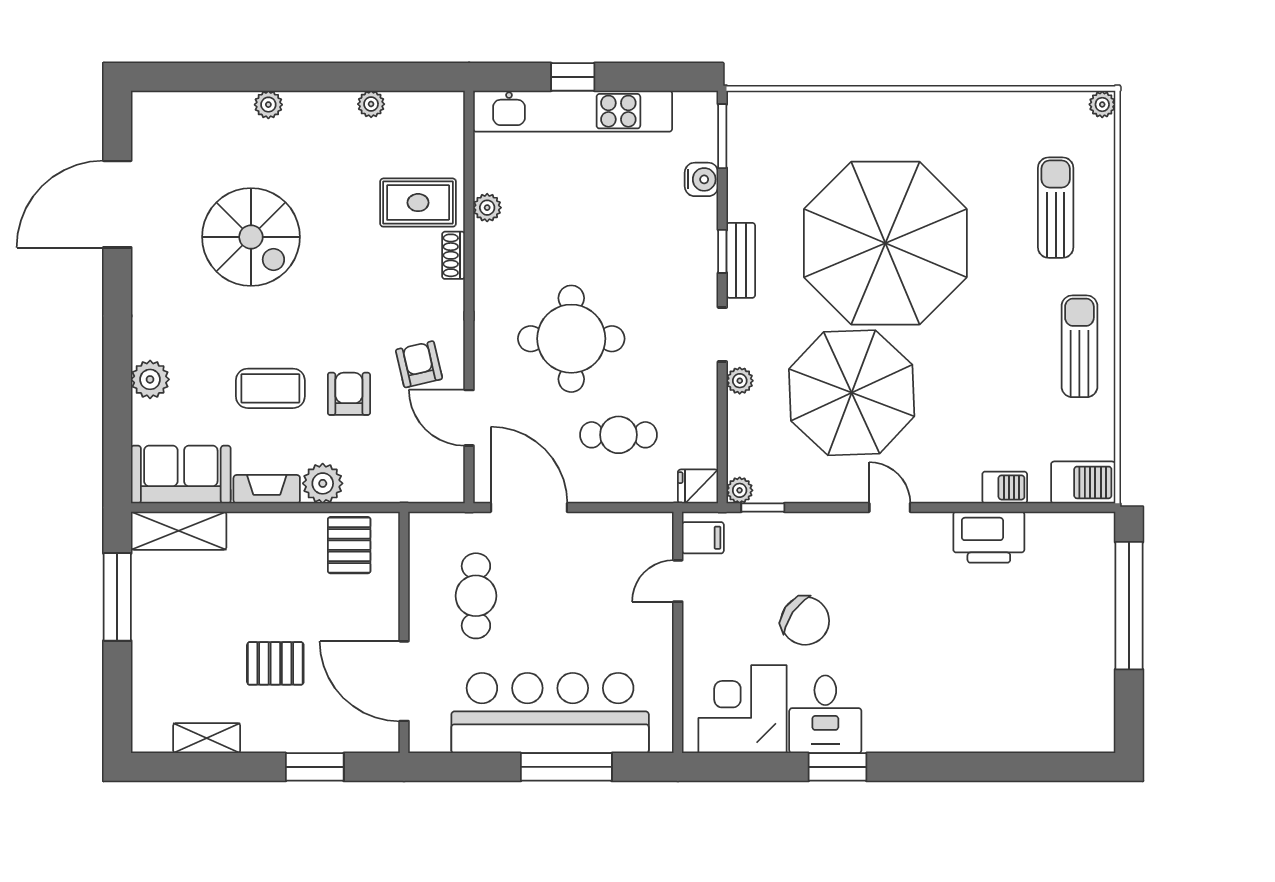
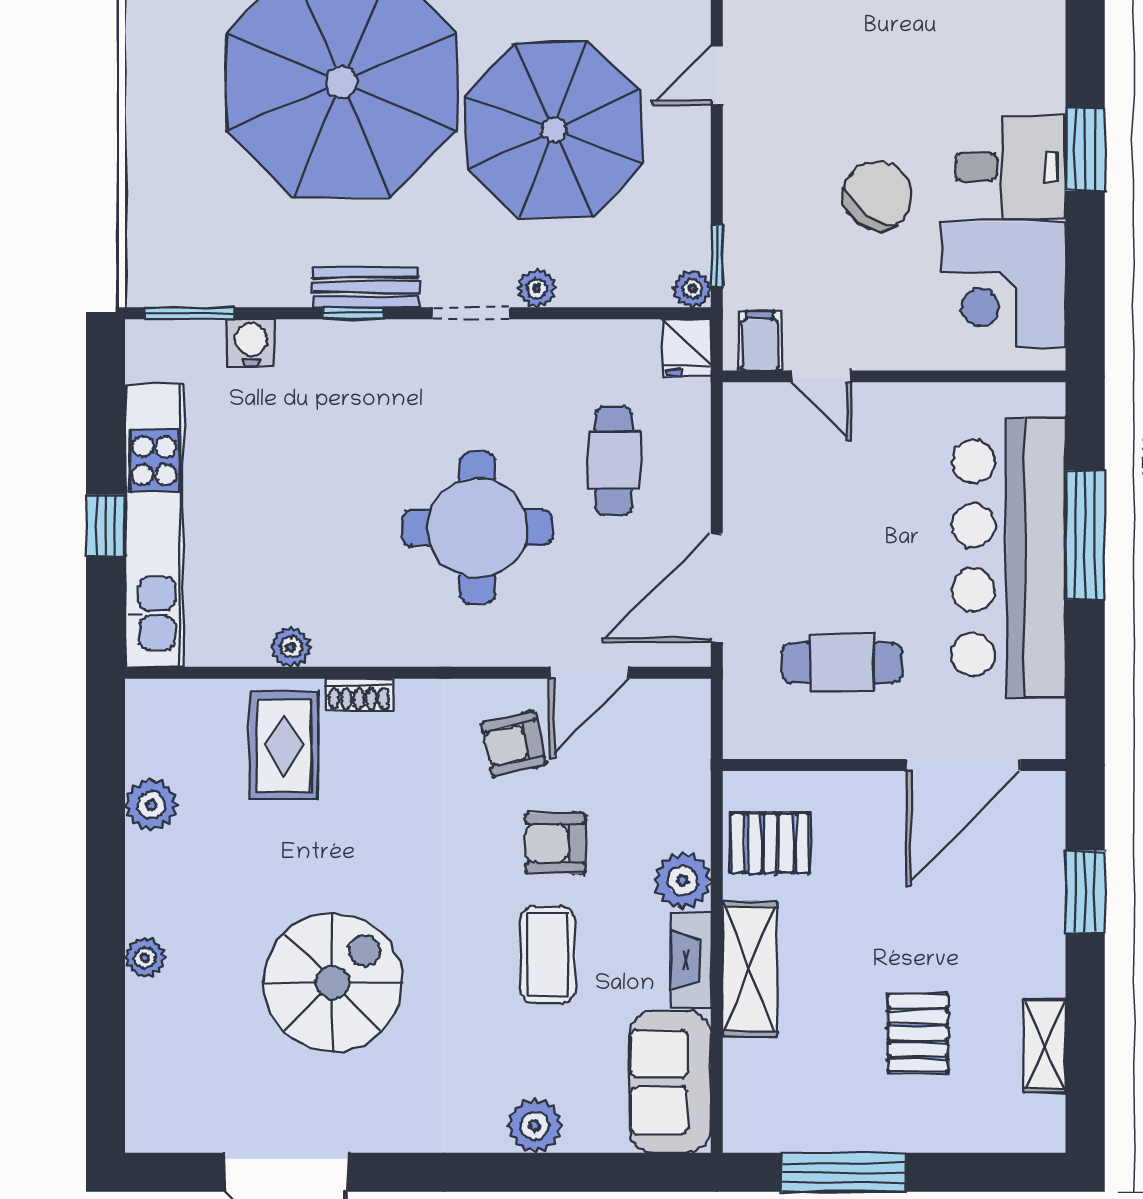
plant: (371, 104) -> (151, 805), width x1.38, depth x1.38
shelving: (179, 531) -> (750, 969), moved
pallet: (275, 663) -> (918, 1033), moved

